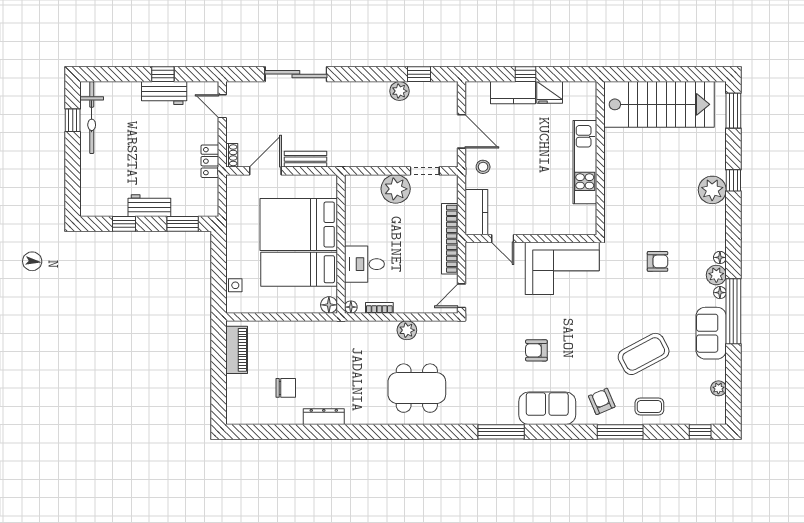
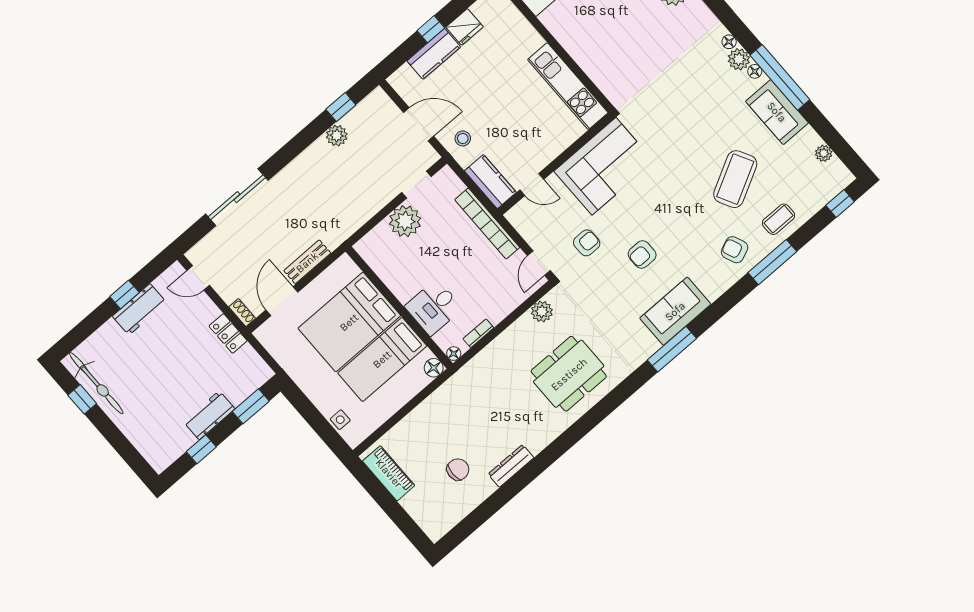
kitchen unit: (585, 162) -> (568, 86), moved
armchair: (658, 261) -> (587, 243), moved
plant: (407, 330) -> (542, 311), moved
sofa: (547, 408) -> (675, 311), moved

